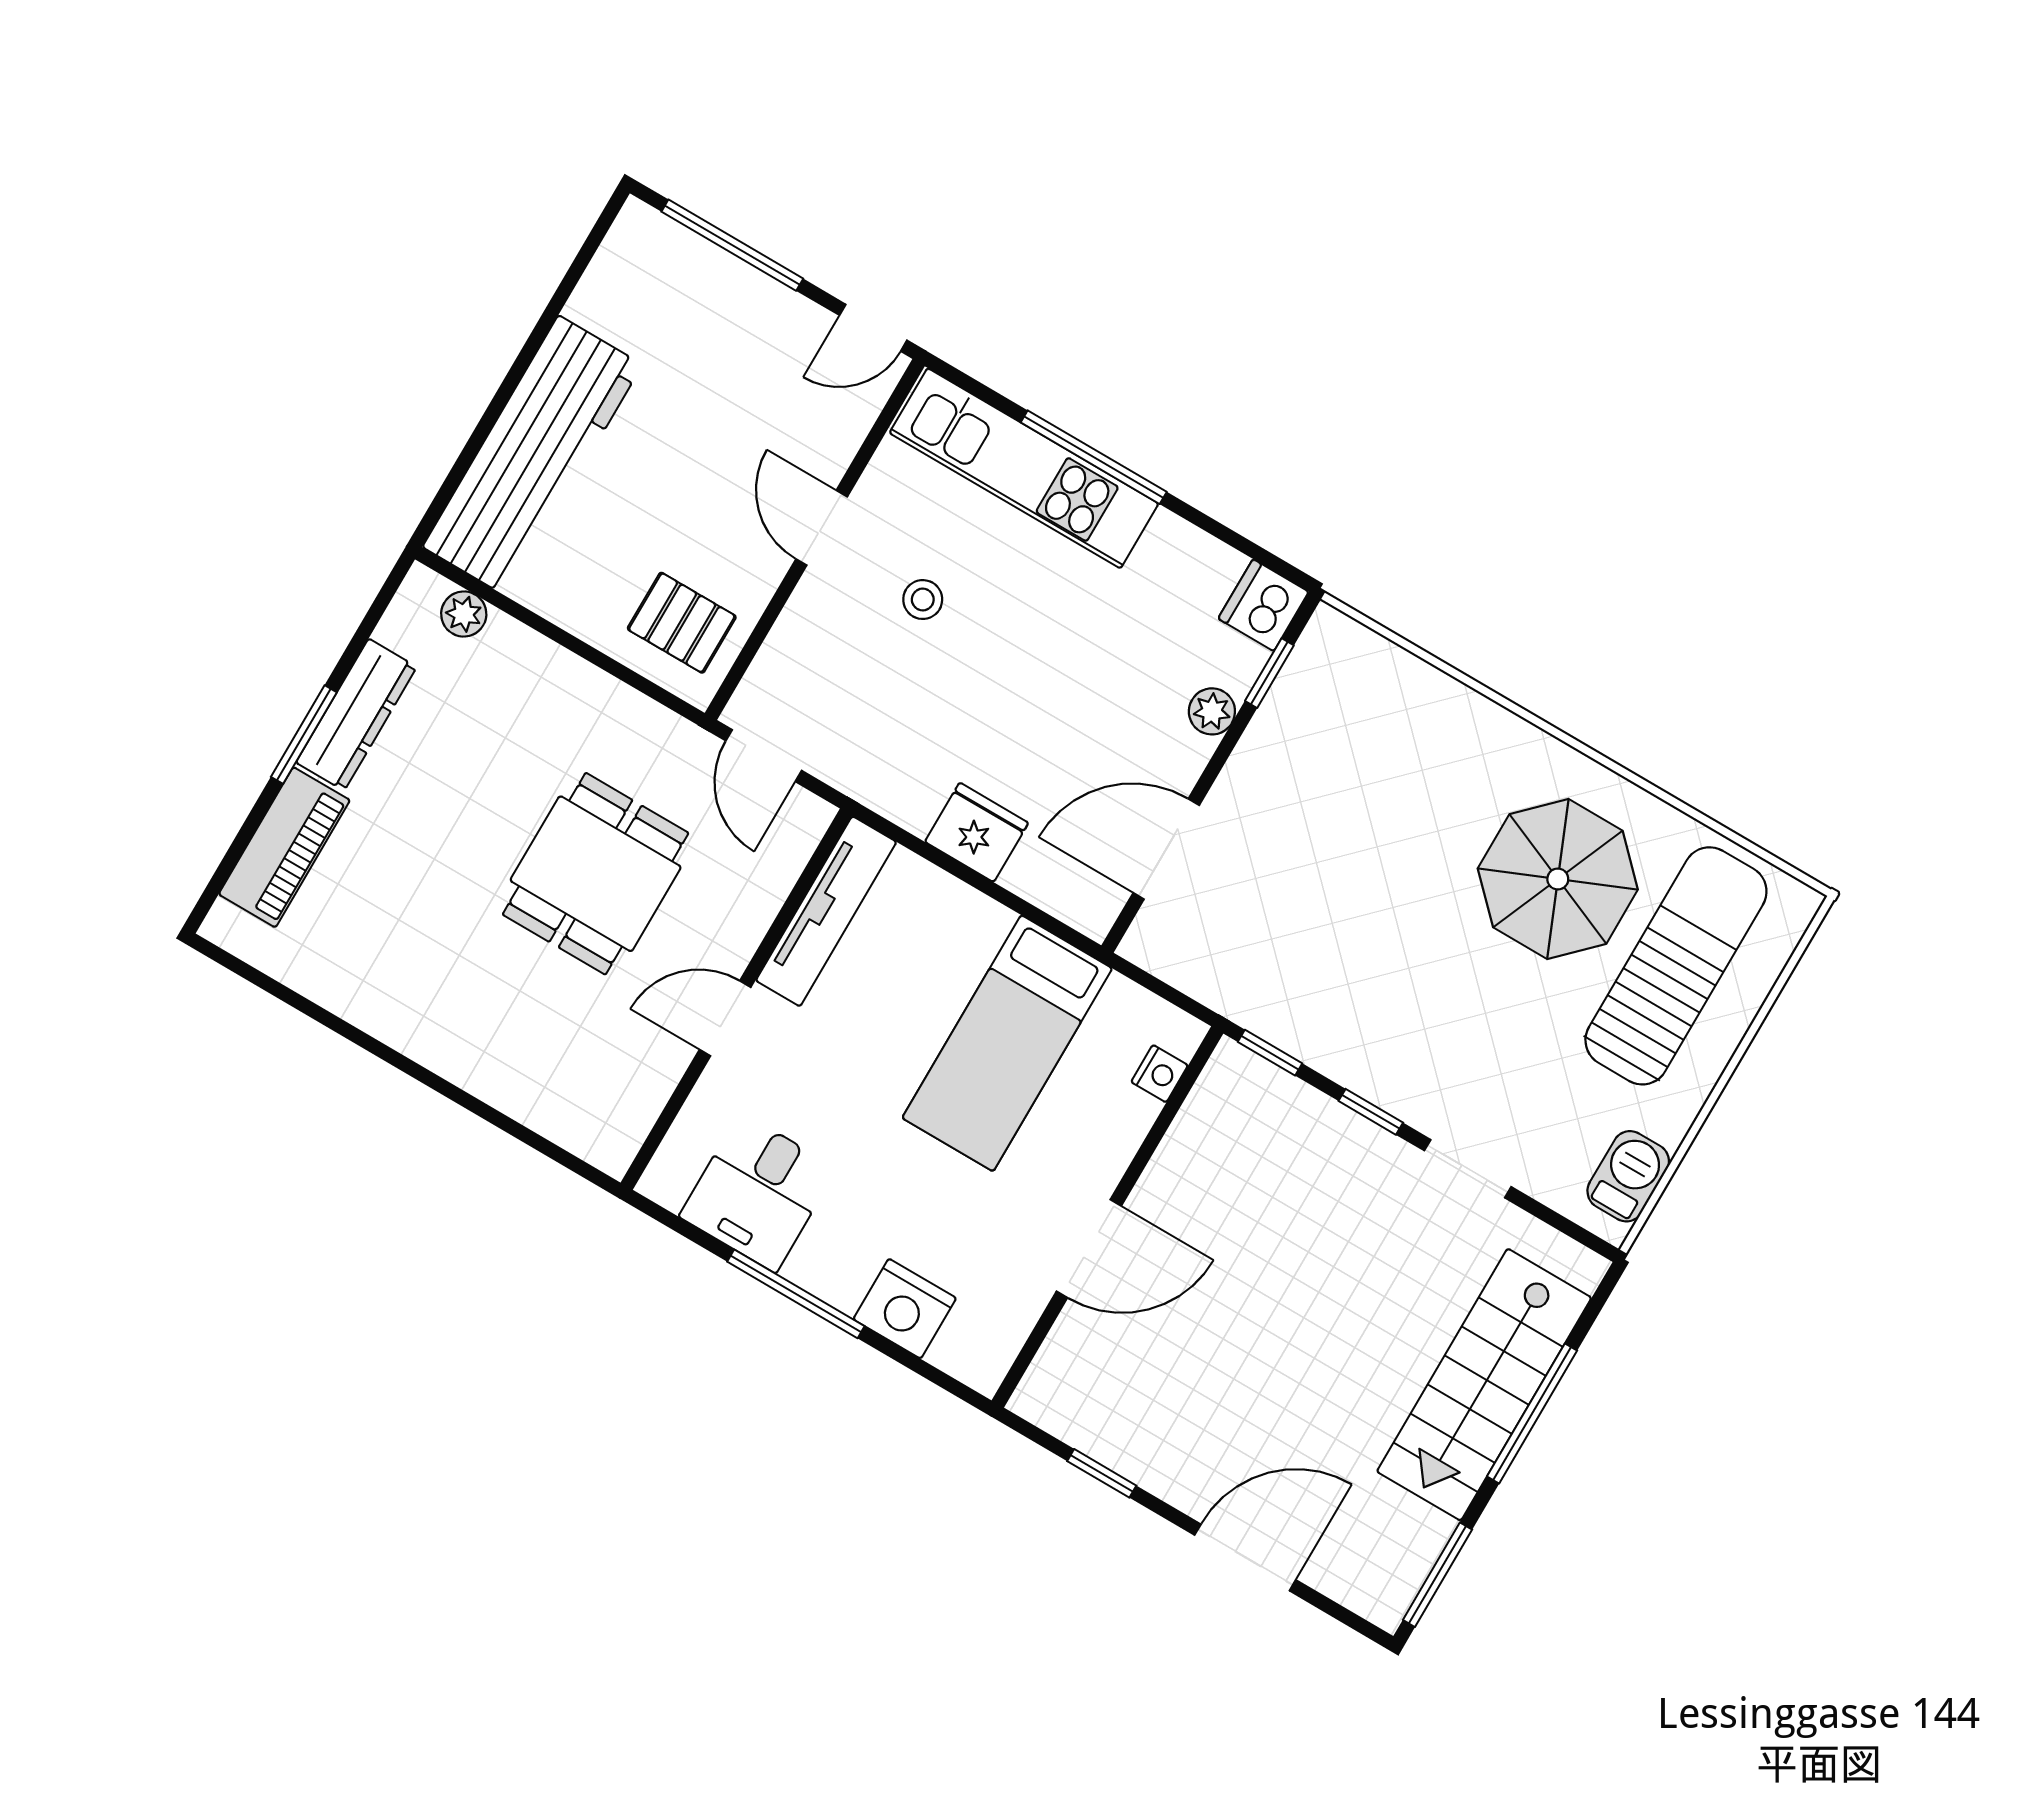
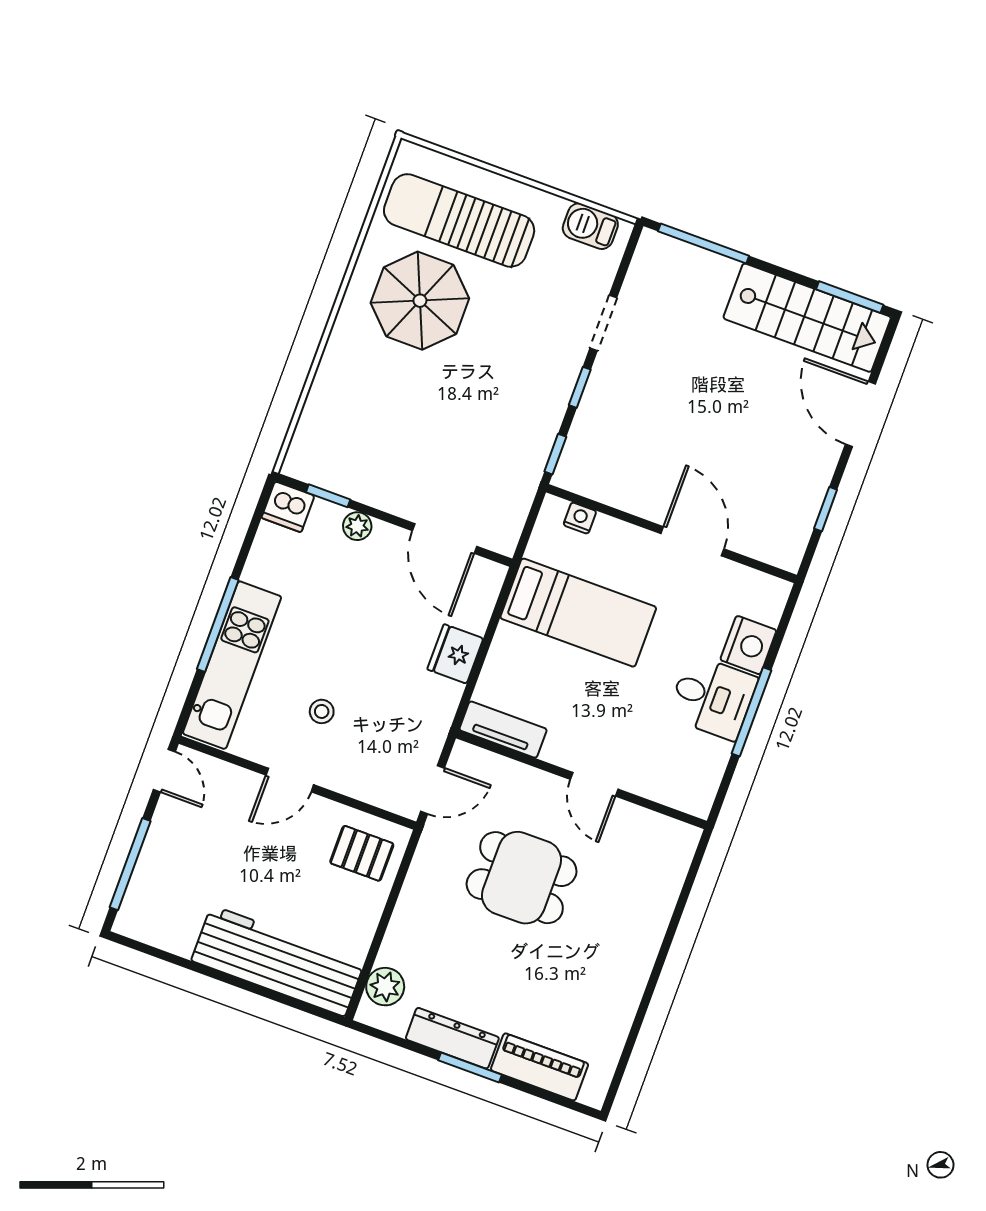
plant: (464, 614) -> (385, 987), width x1.38, depth x1.38
pallet: (682, 623) -> (362, 853), turned 90
tv unit: (826, 911) -> (503, 730), width x0.71
desk: (758, 1192) -> (712, 697), moved
stairs: (1484, 1385) -> (807, 318), moved
window: (1532, 1413) -> (704, 243), moved

